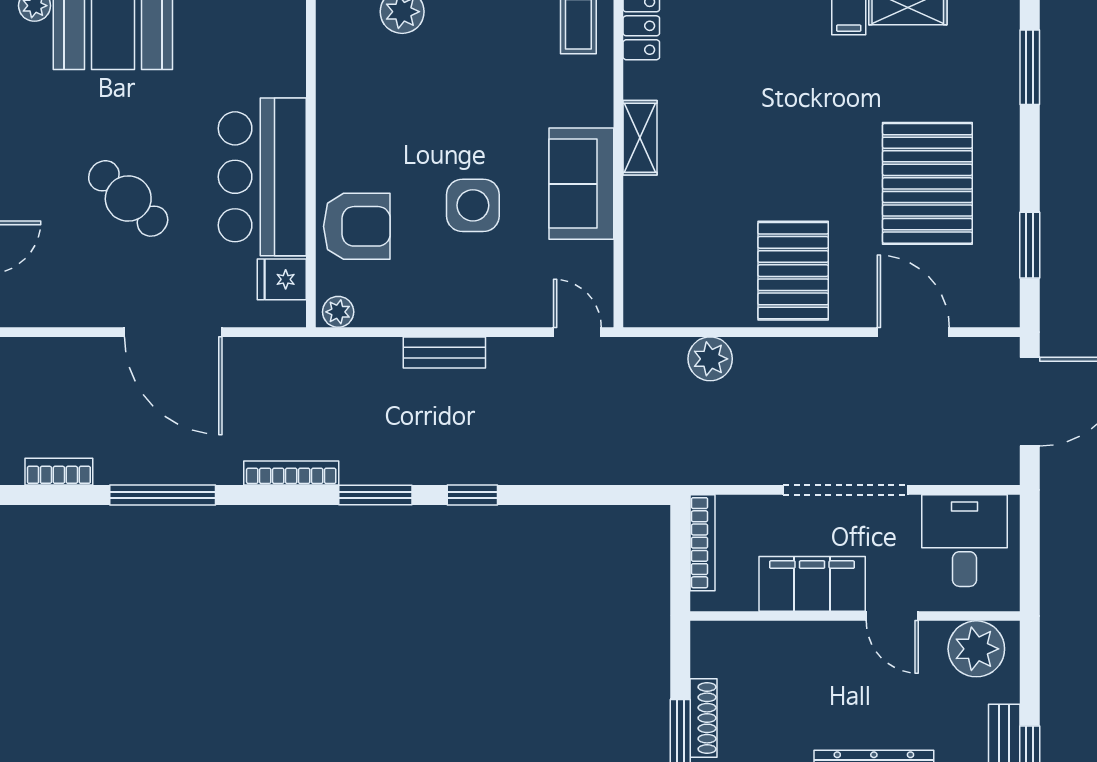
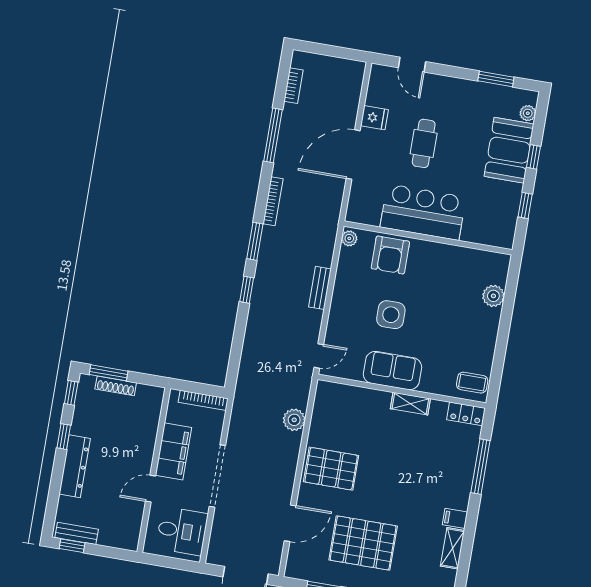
cafe table: (128, 198) -> (424, 143), turned -43
fridge: (282, 279) -> (374, 118), moved, turned 90
plant: (976, 649) -> (127, 528), removed

